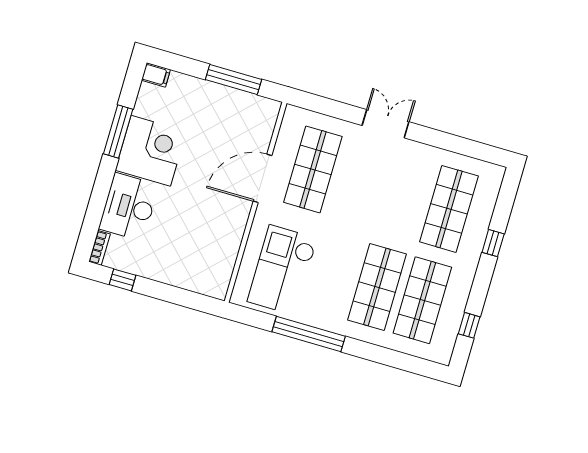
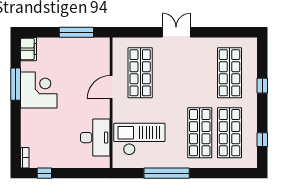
filing cabinet: (156, 75) -> (28, 49), width x2.00
door: (262, 178) -> (111, 87), width x0.73
desk: (129, 207) -> (95, 138), moved, turned 180
checkout: (282, 270) -> (139, 139), turned 90

